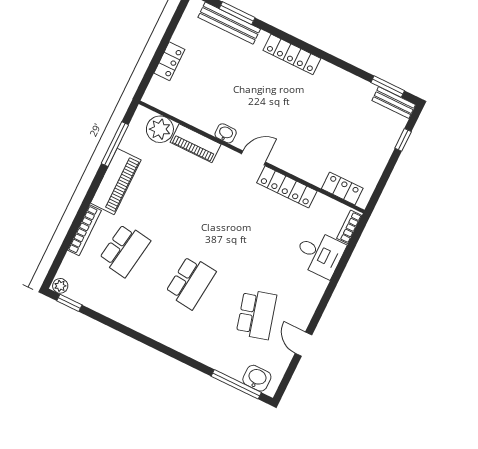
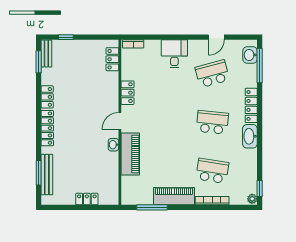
locker: (334, 75) -> (47, 97), added
plant: (160, 129) -> (130, 185), removed
piano: (196, 143) -> (130, 154), width x1.37, depth x1.33
door: (254, 158) -> (120, 121), hinge flipped
locker: (287, 187) -> (128, 93), width x0.66
desk: (320, 254) -> (174, 54), moved
washbasin: (147, 324) -> (250, 136), added
locker: (188, 346) -> (251, 105), added

